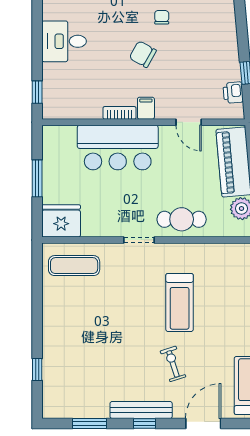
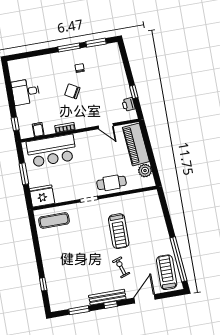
filing cabinet: (146, 108) -> (38, 130), moved
bar counter: (118, 148) -> (52, 151), moved

